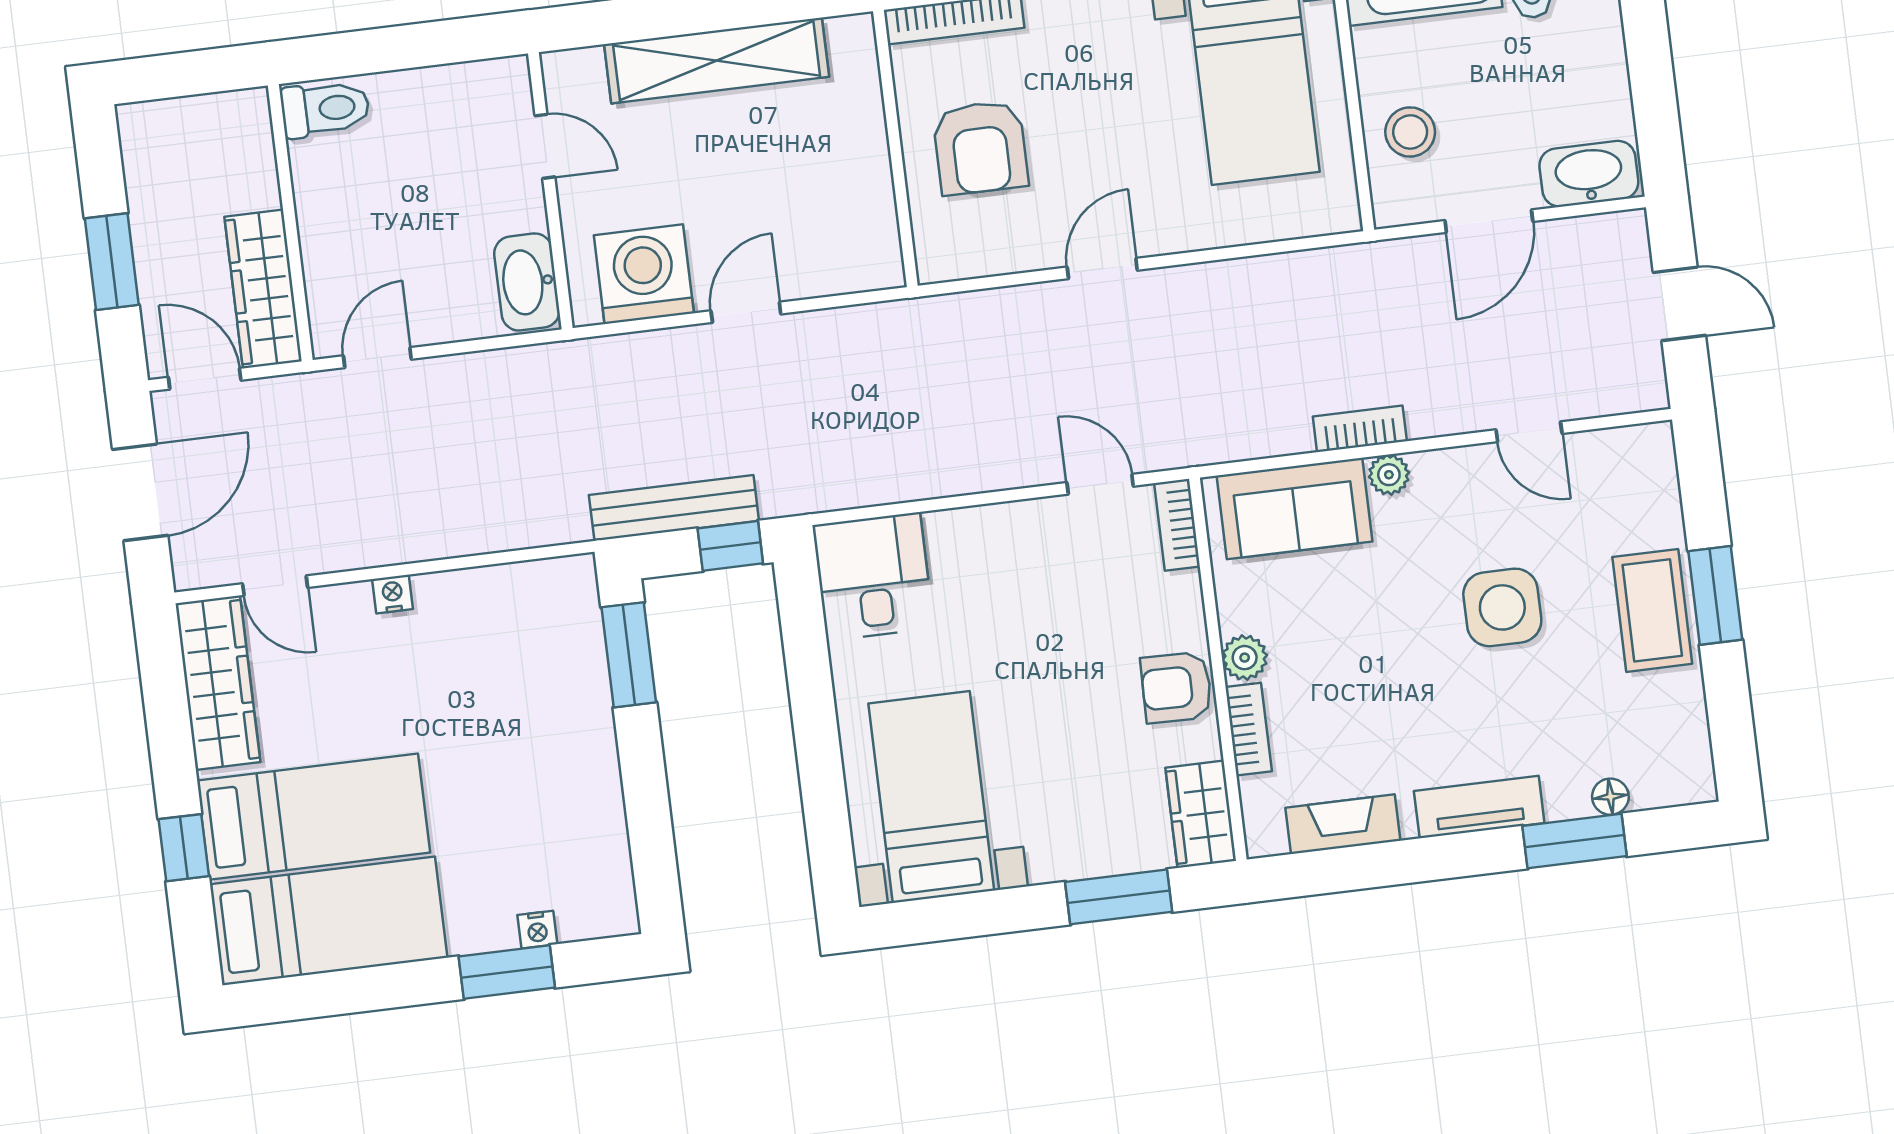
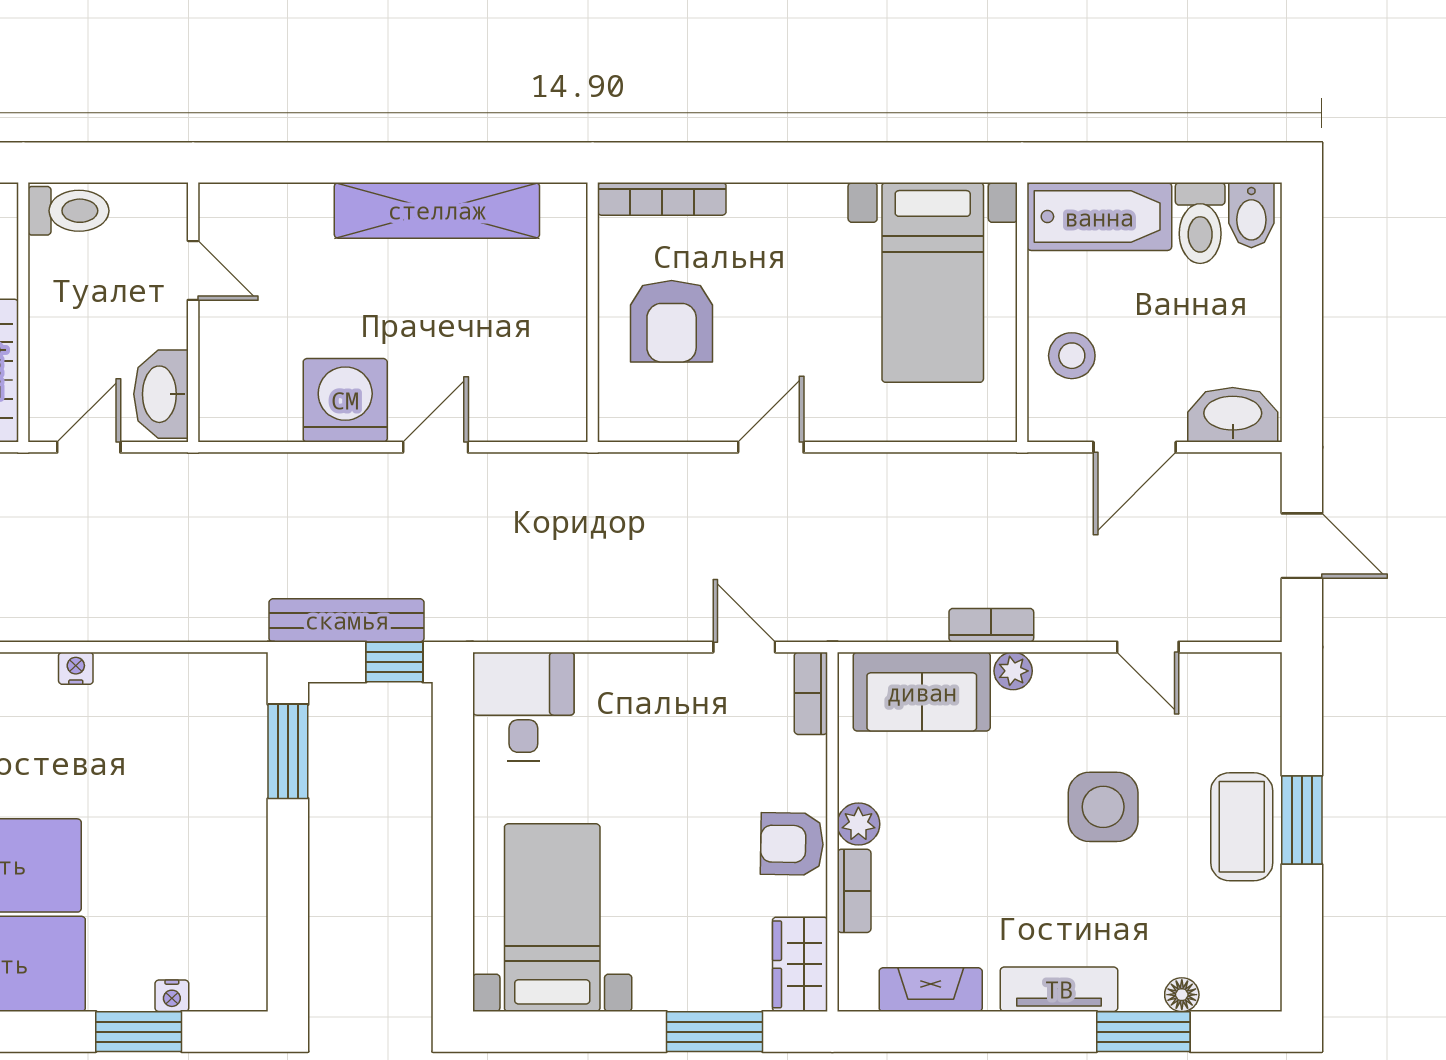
door: (545, 146) -> (193, 270), moved
wall: (550, 191) -> (193, 312), moved
washbasin: (527, 282) -> (161, 394), moved

